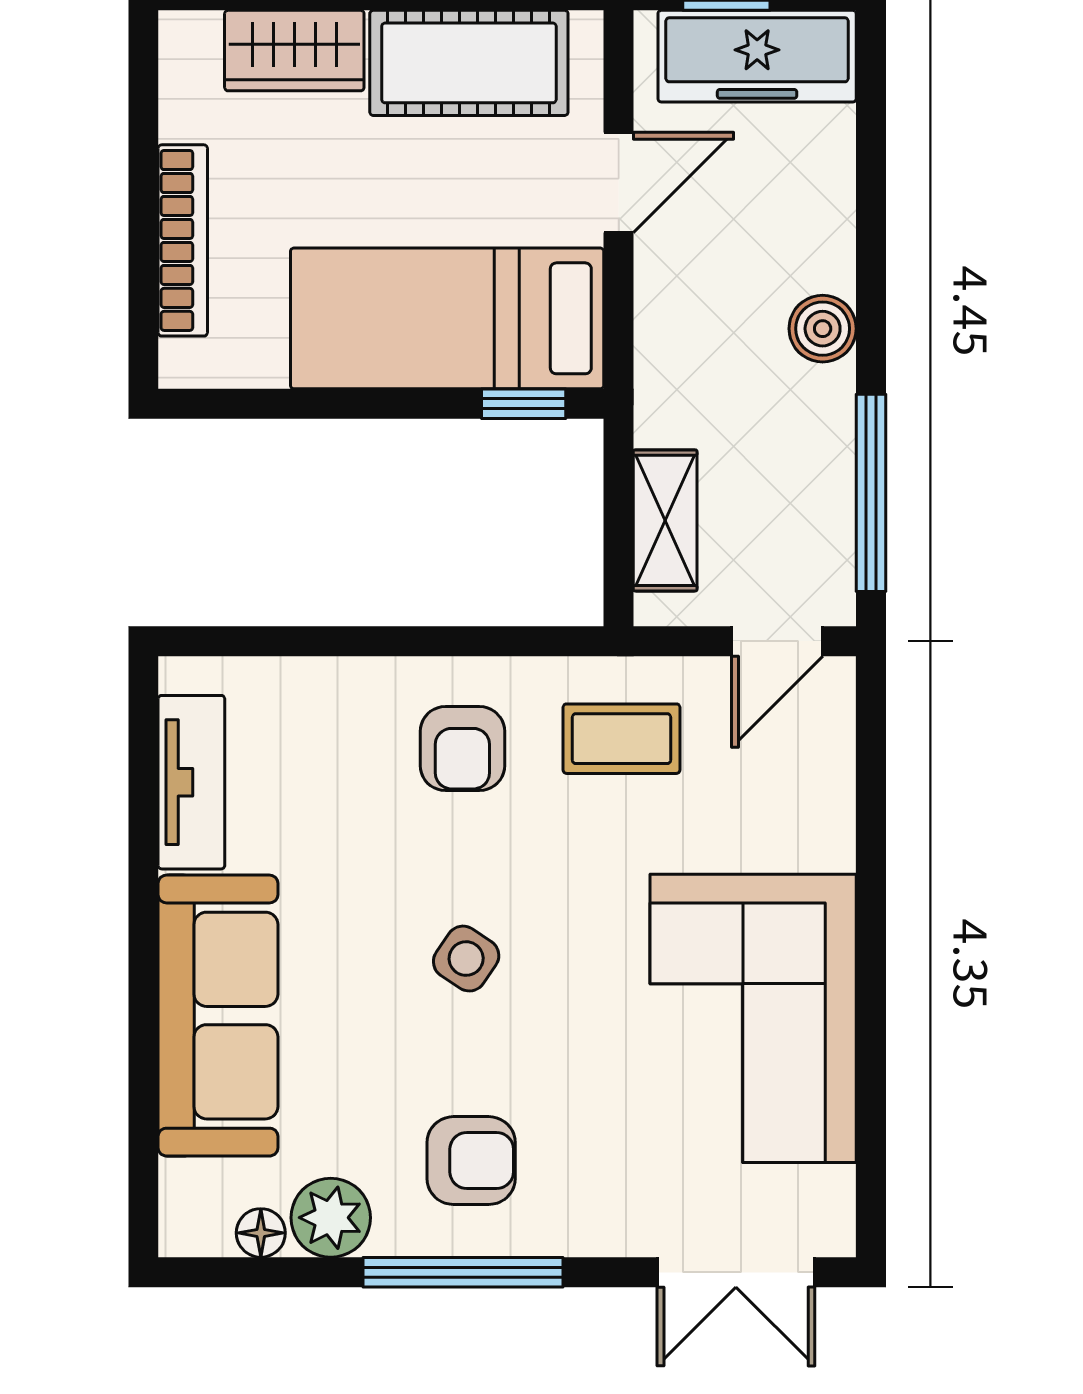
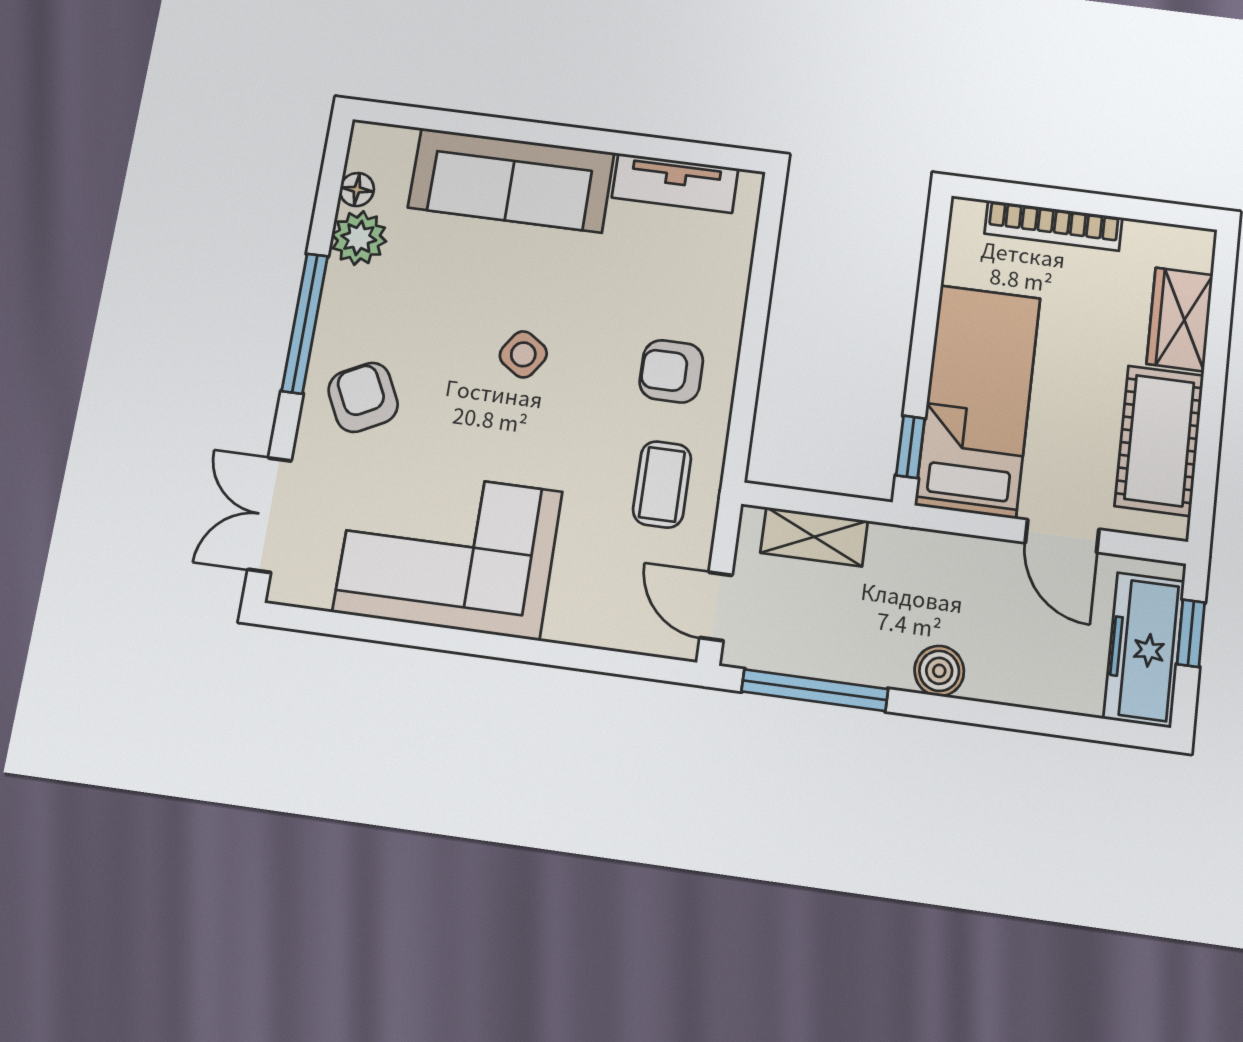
armchair: (471, 1161) -> (363, 397), moved, turned 153

